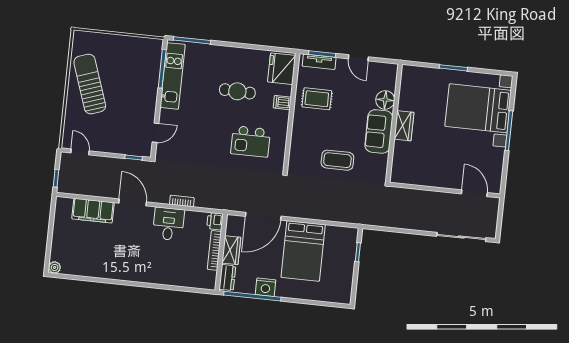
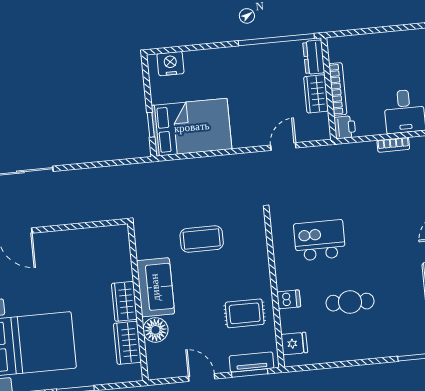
fridge: (282, 69) -> (294, 344), width x0.53, depth x0.75
wardrobe: (408, 95) -> (127, 343), added
door: (263, 216) -> (283, 147), width x0.53
bed: (303, 251) -> (192, 127), moved, turned 90
nightstand: (266, 287) -> (170, 64), moved

